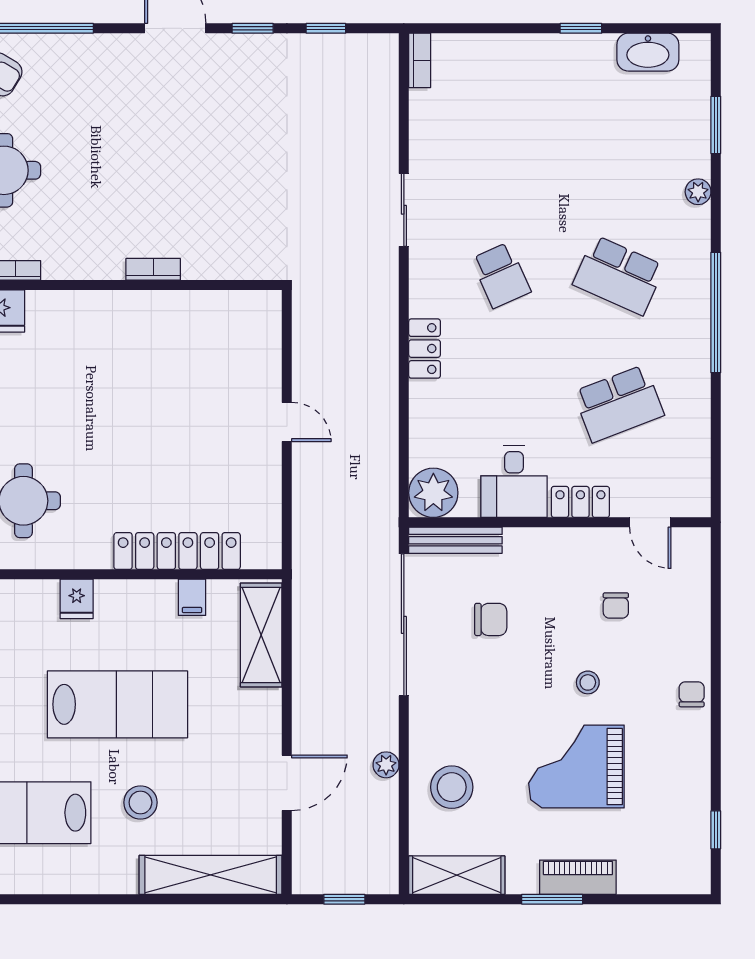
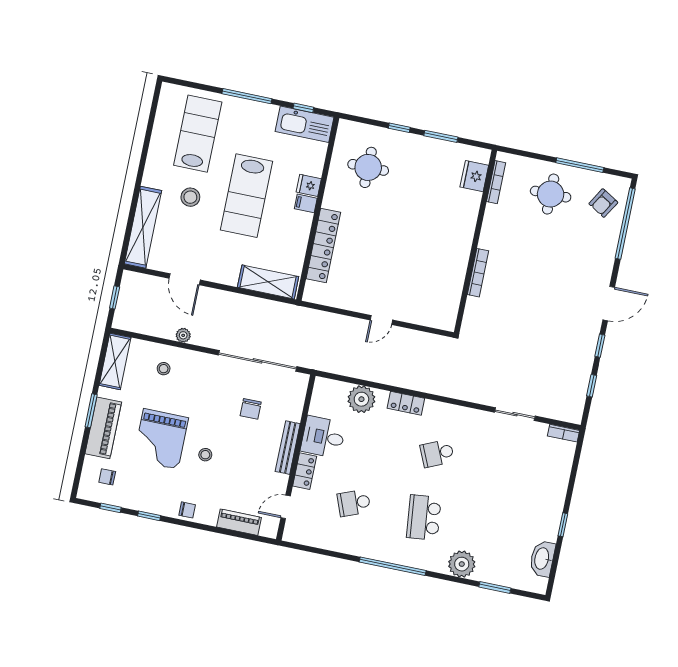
plant: (698, 192) -> (462, 564), width x1.87, depth x1.87
sliding door: (404, 210) -> (515, 414), moved
bookcase: (153, 269) -> (478, 273), width x1.56
school desk: (619, 275) -> (424, 517), turned -30
school desk: (619, 404) -> (354, 503), width x0.54
plant: (433, 493) -> (361, 399), moved
bench: (455, 540) -> (288, 448), moved
filing cabinet: (192, 597) -> (306, 203), moved
piano: (694, 599) -> (239, 522), added
chair: (616, 605) -> (107, 477), moved
window: (716, 759) -> (149, 516), added
grand piano: (576, 767) -> (161, 439), turned 180
stool: (452, 787) -> (164, 369), width x0.53, depth x0.53
piano: (578, 877) -> (103, 428), width x1.37, depth x1.33

